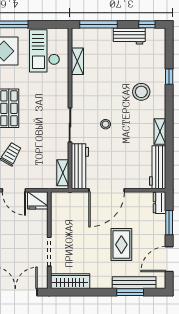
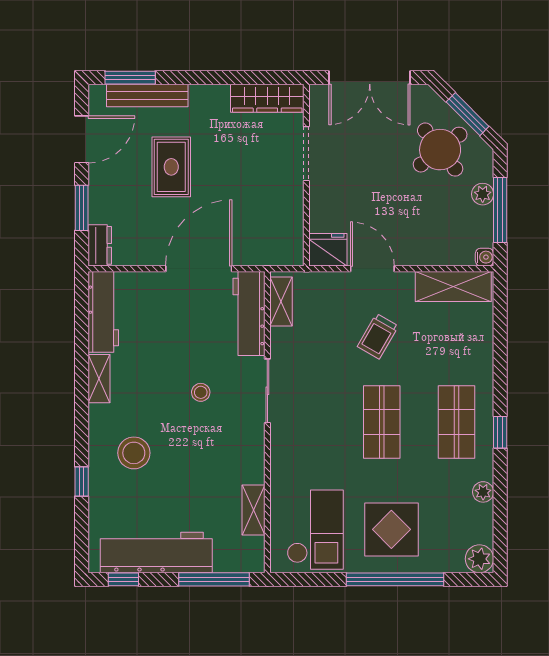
workbench: (129, 36) -> (156, 552), width x1.88, depth x1.32
window: (130, 292) -> (130, 78), moved

